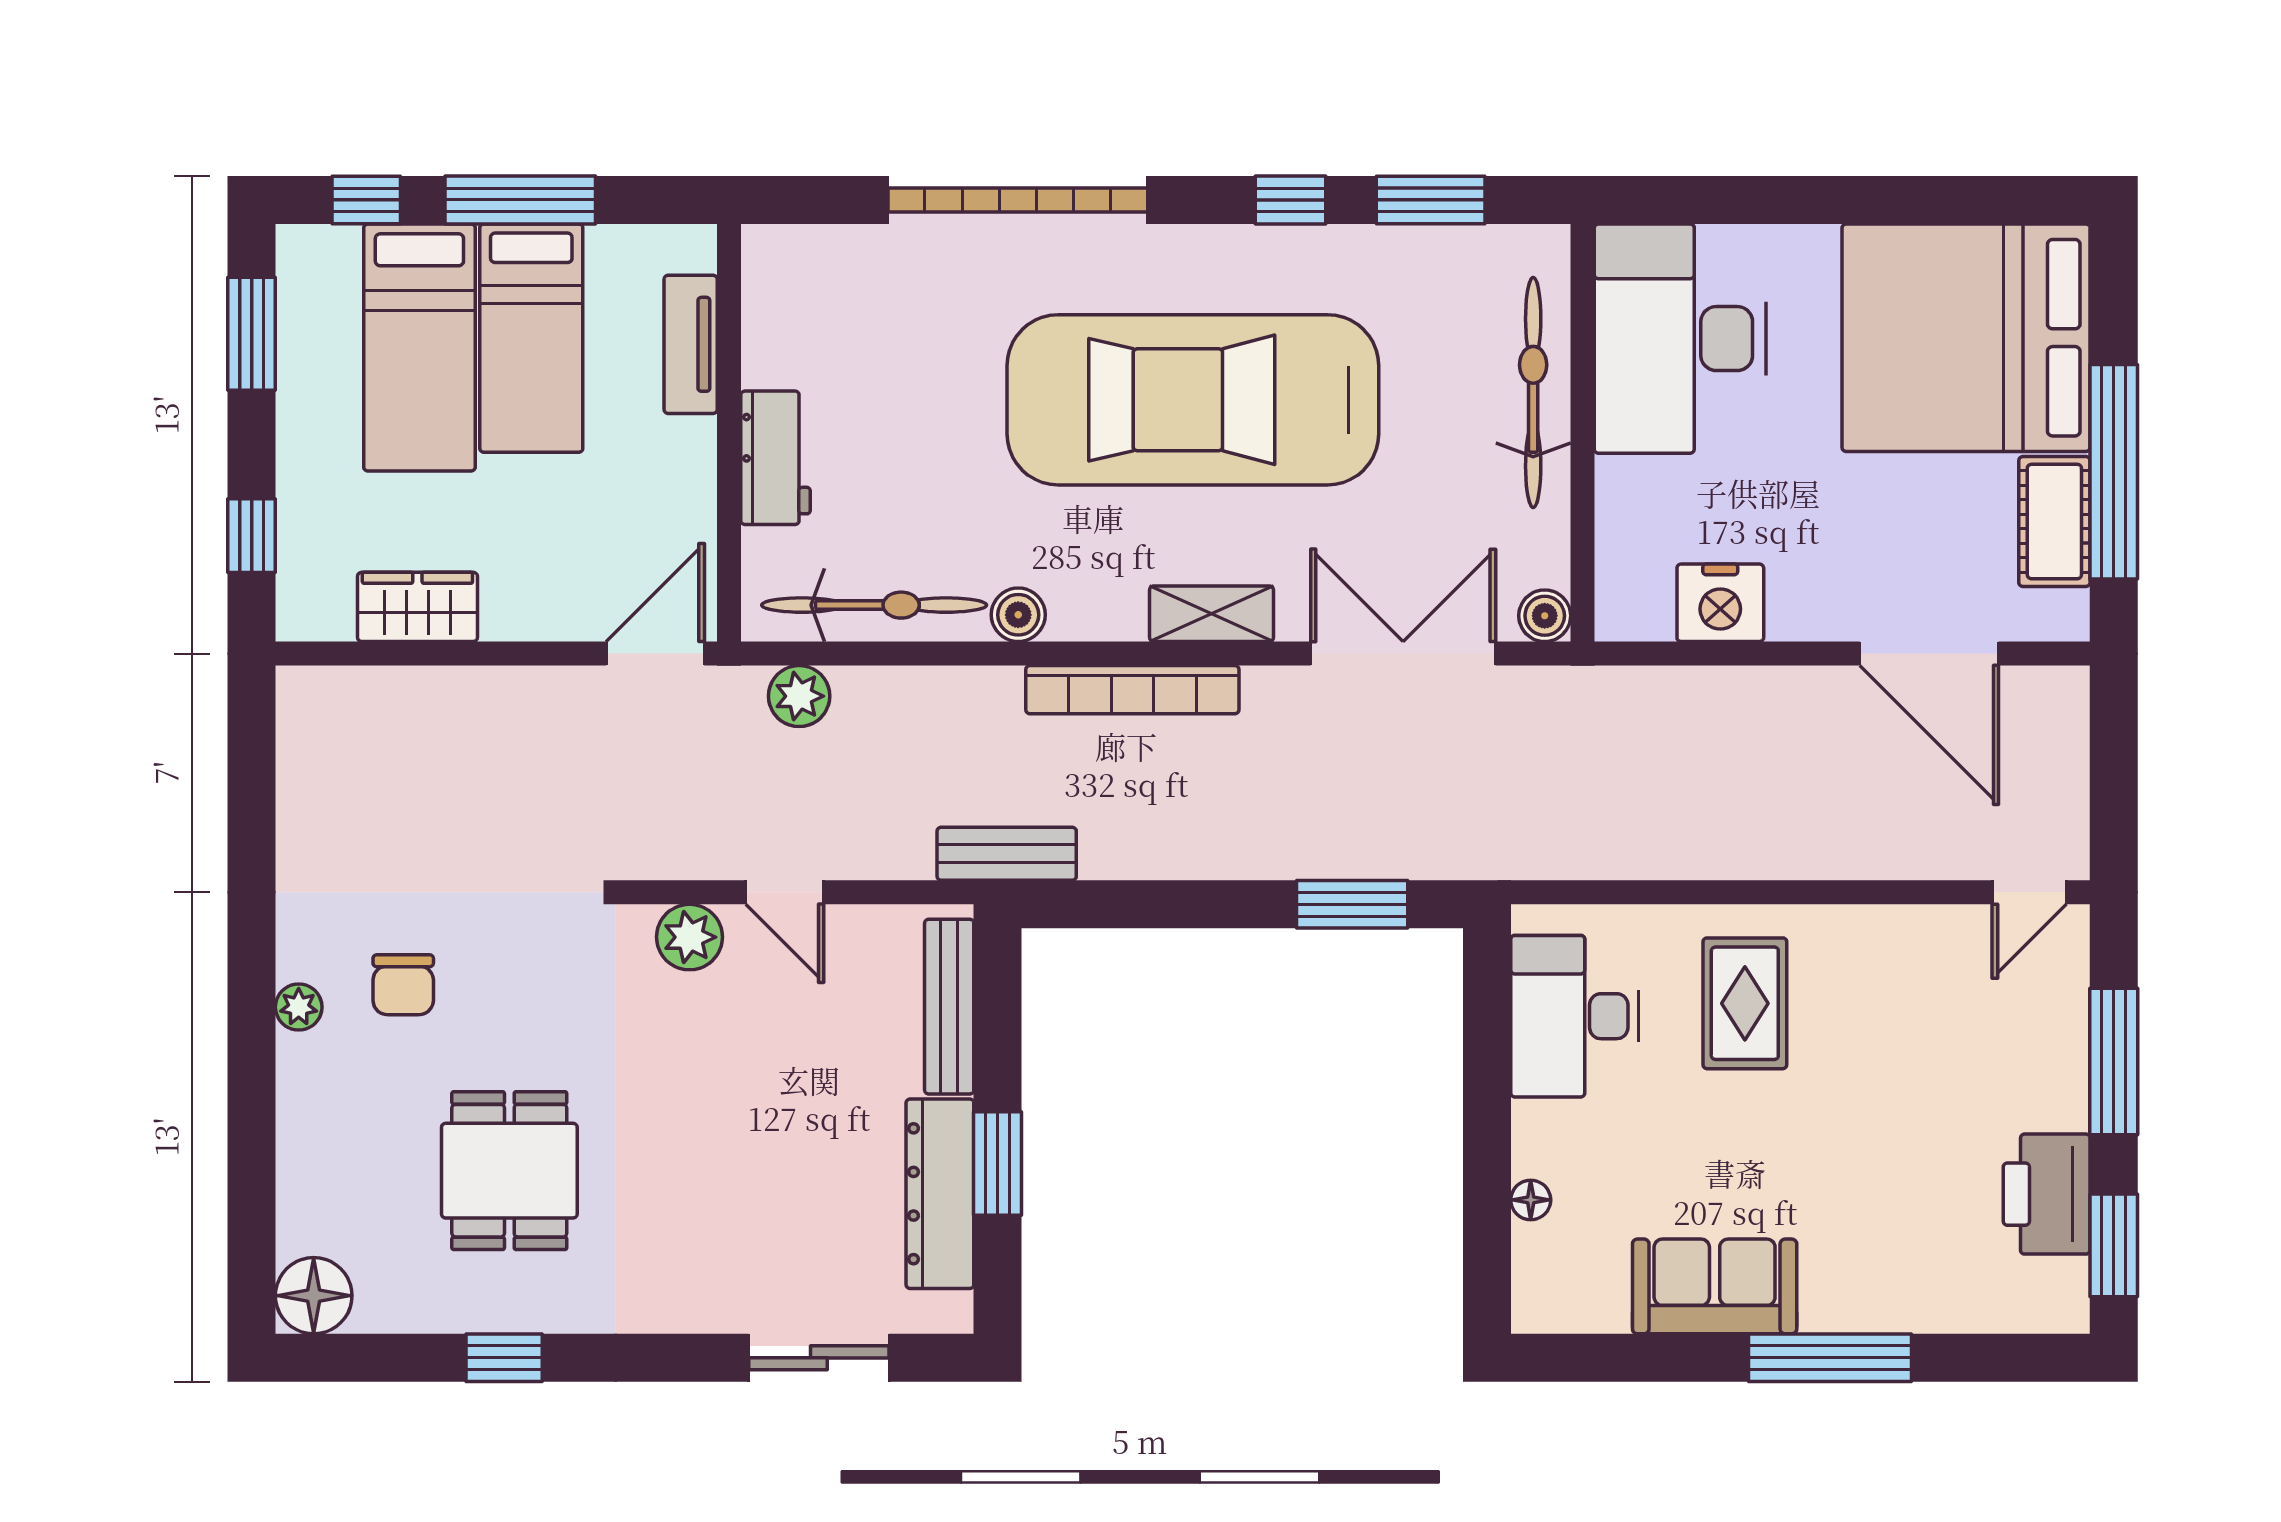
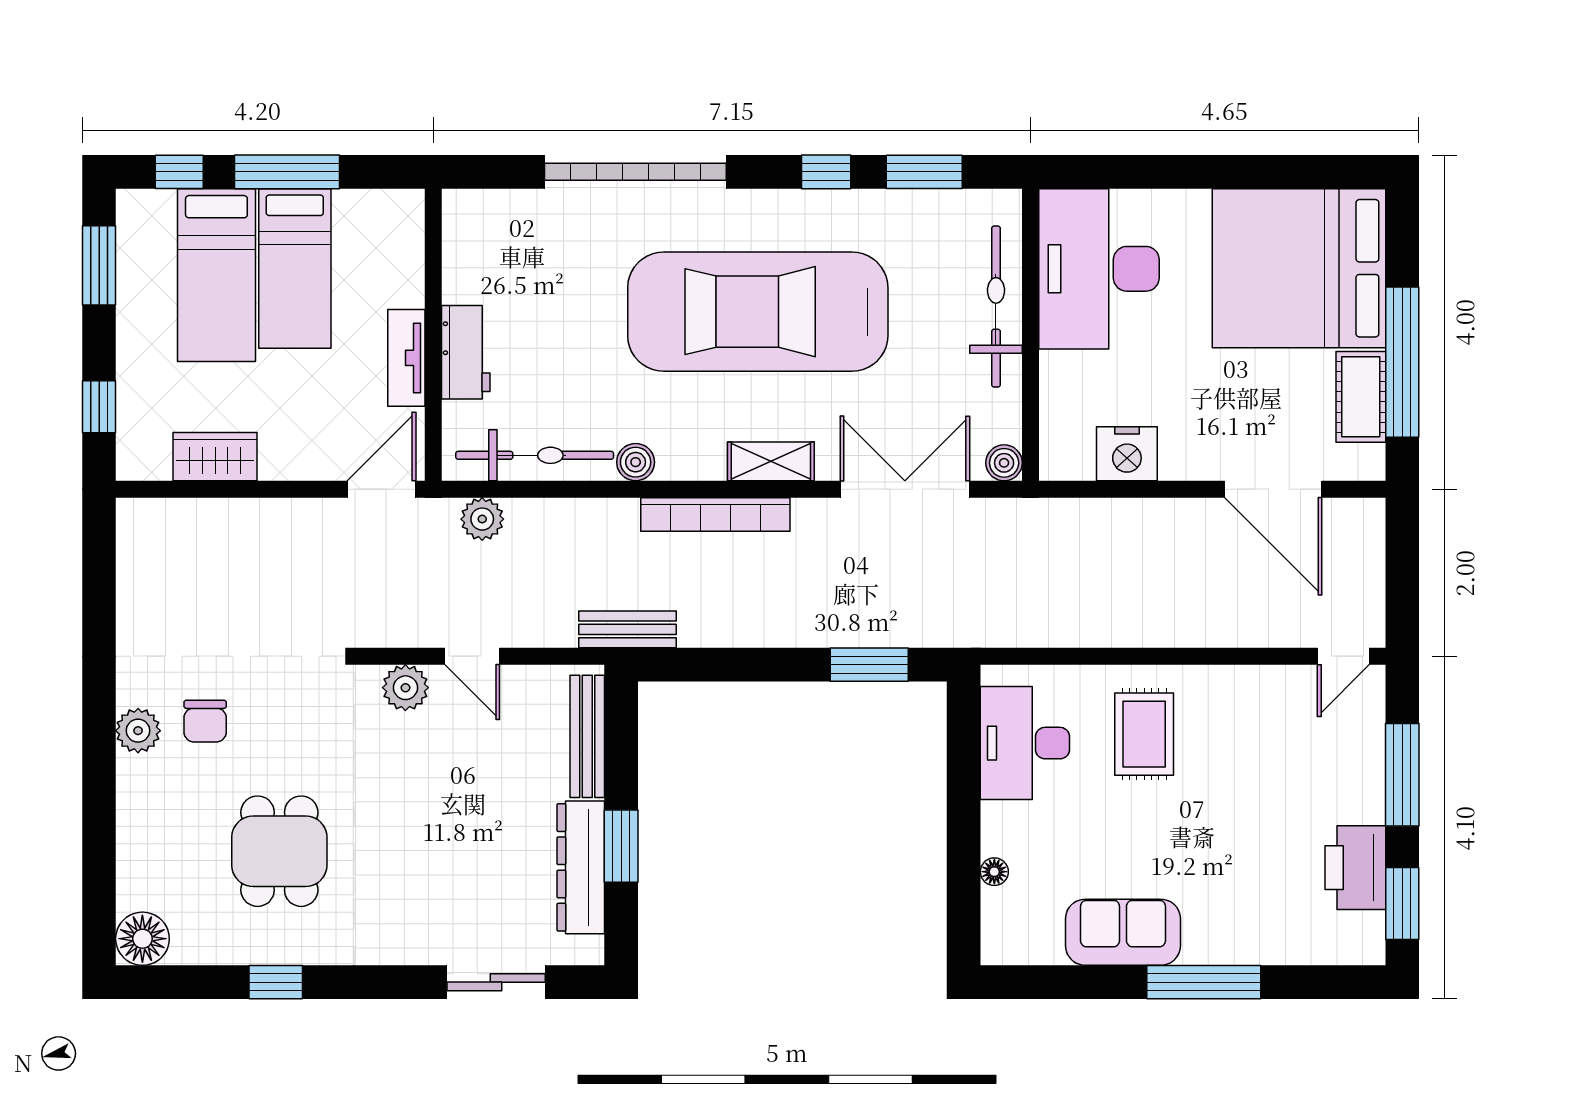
tv unit: (691, 344) -> (406, 358), moved
plant: (299, 1007) -> (138, 731), width x1.38, depth x1.38

